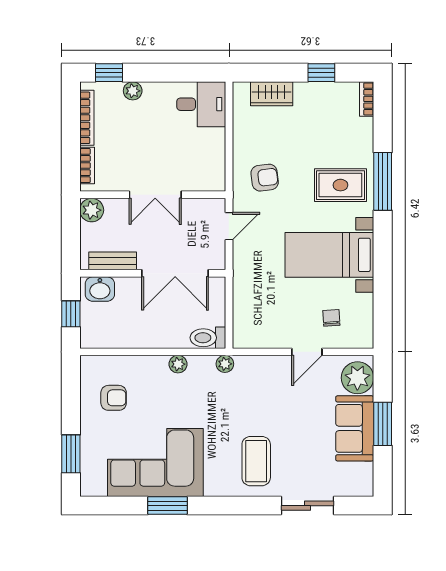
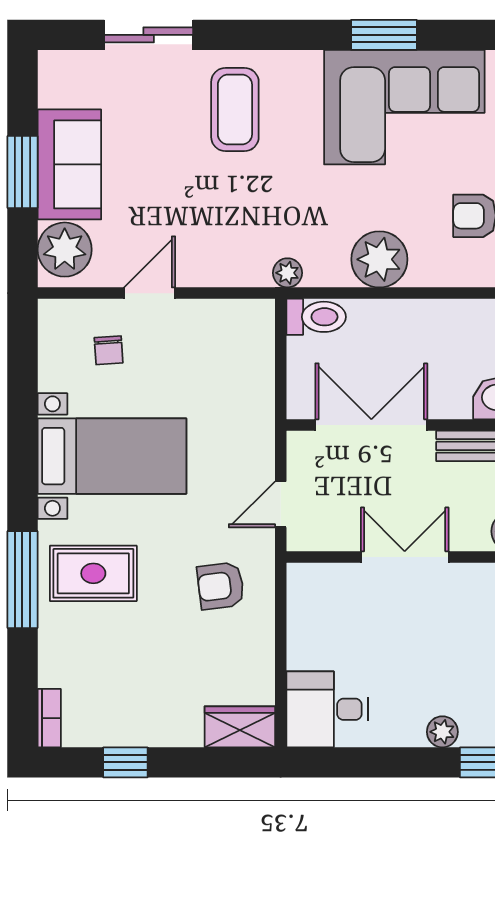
wardrobe: (272, 94) -> (240, 727), moved
plant: (178, 364) -> (379, 259), width x1.88, depth x1.88

